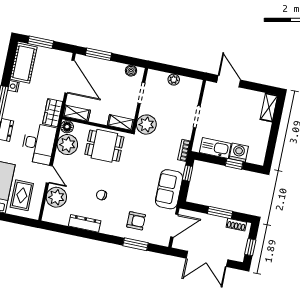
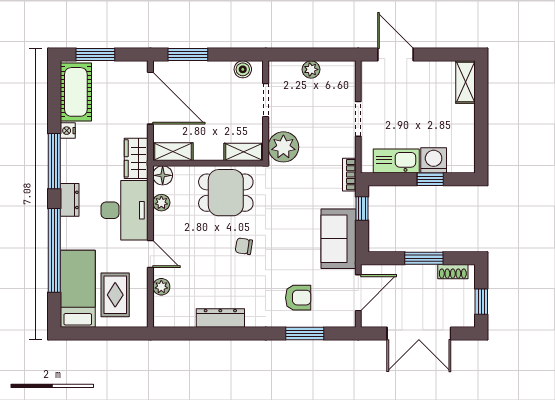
plant: (67, 145) -> (161, 203), width x0.53, depth x0.53
chair: (102, 195) -> (244, 246), moved
plant: (56, 197) -> (161, 287), width x0.53, depth x0.53

